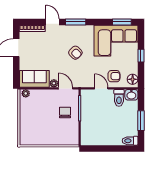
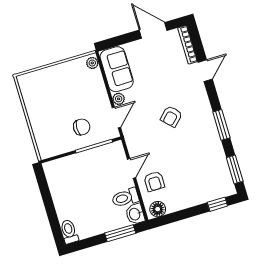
window: (76, 22) -> (221, 125), moved
corner sofa: (116, 41) -> (206, 169), removed
window: (141, 56) -> (217, 204), moved
window: (141, 121) -> (120, 233), moved

